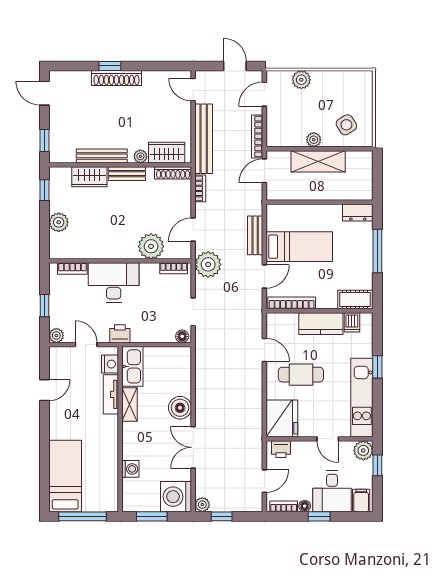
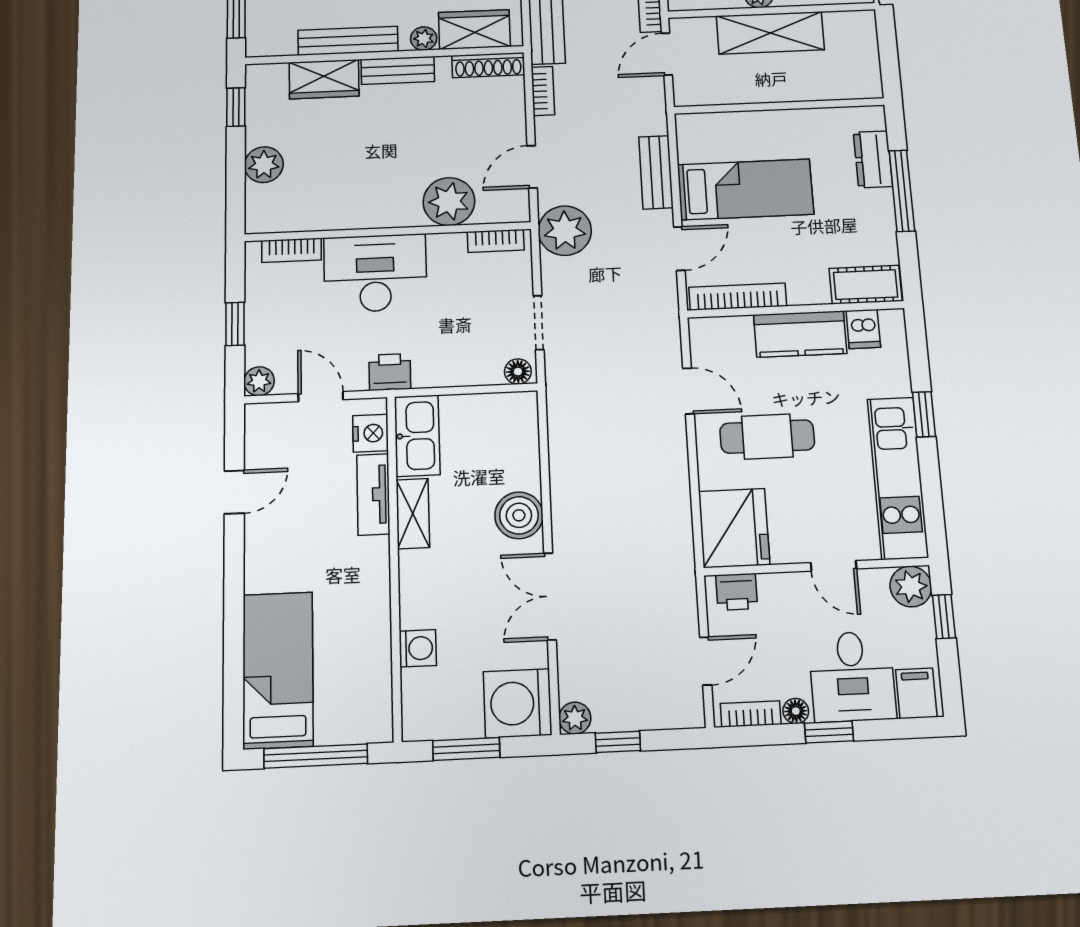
dresser: (358, 212) -> (873, 159), moved, turned 90

